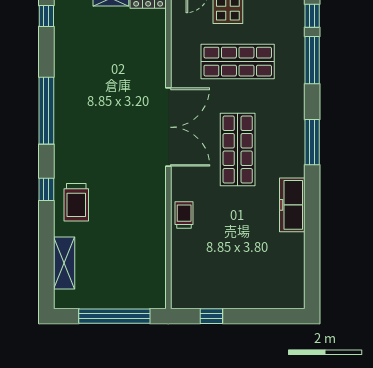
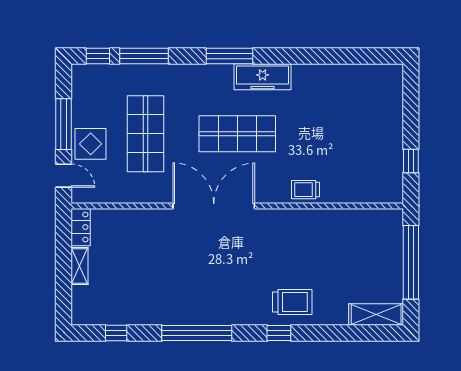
window: (46, 16) -> (116, 333), moved
freezer: (292, 205) -> (263, 77), moved
shelving: (64, 263) -> (376, 315), moved

